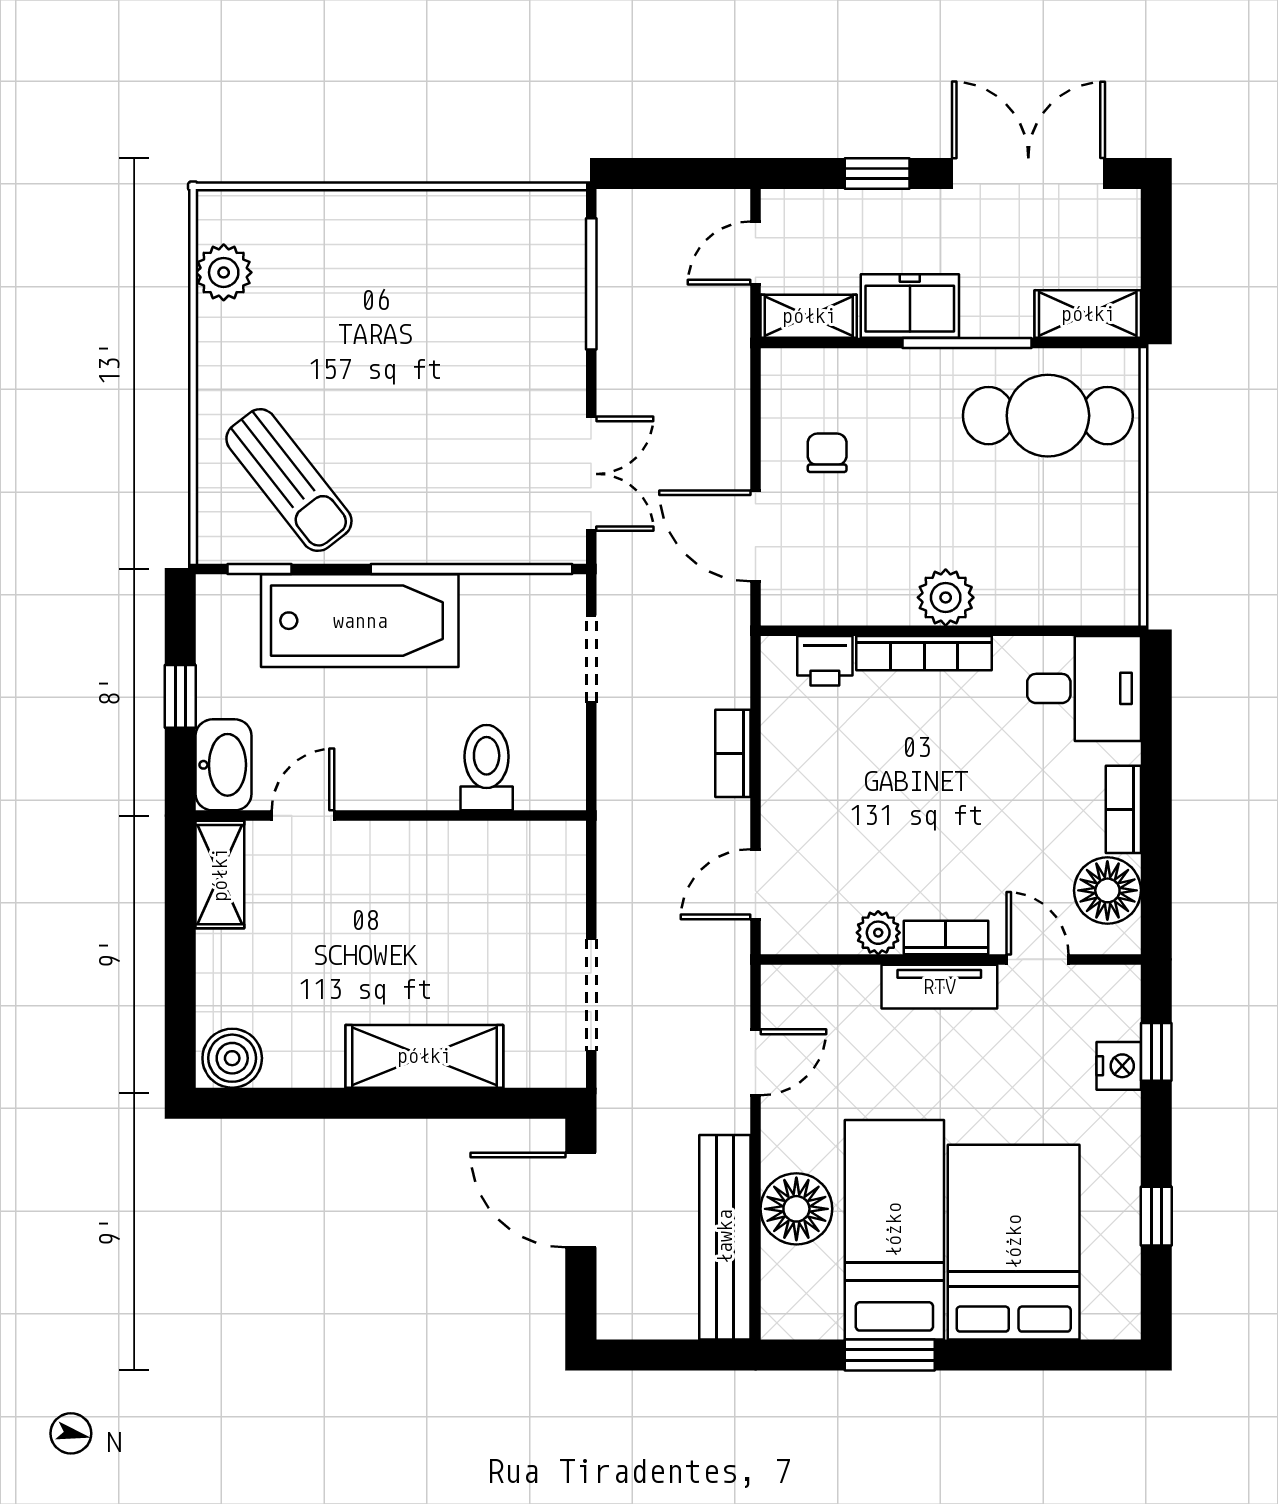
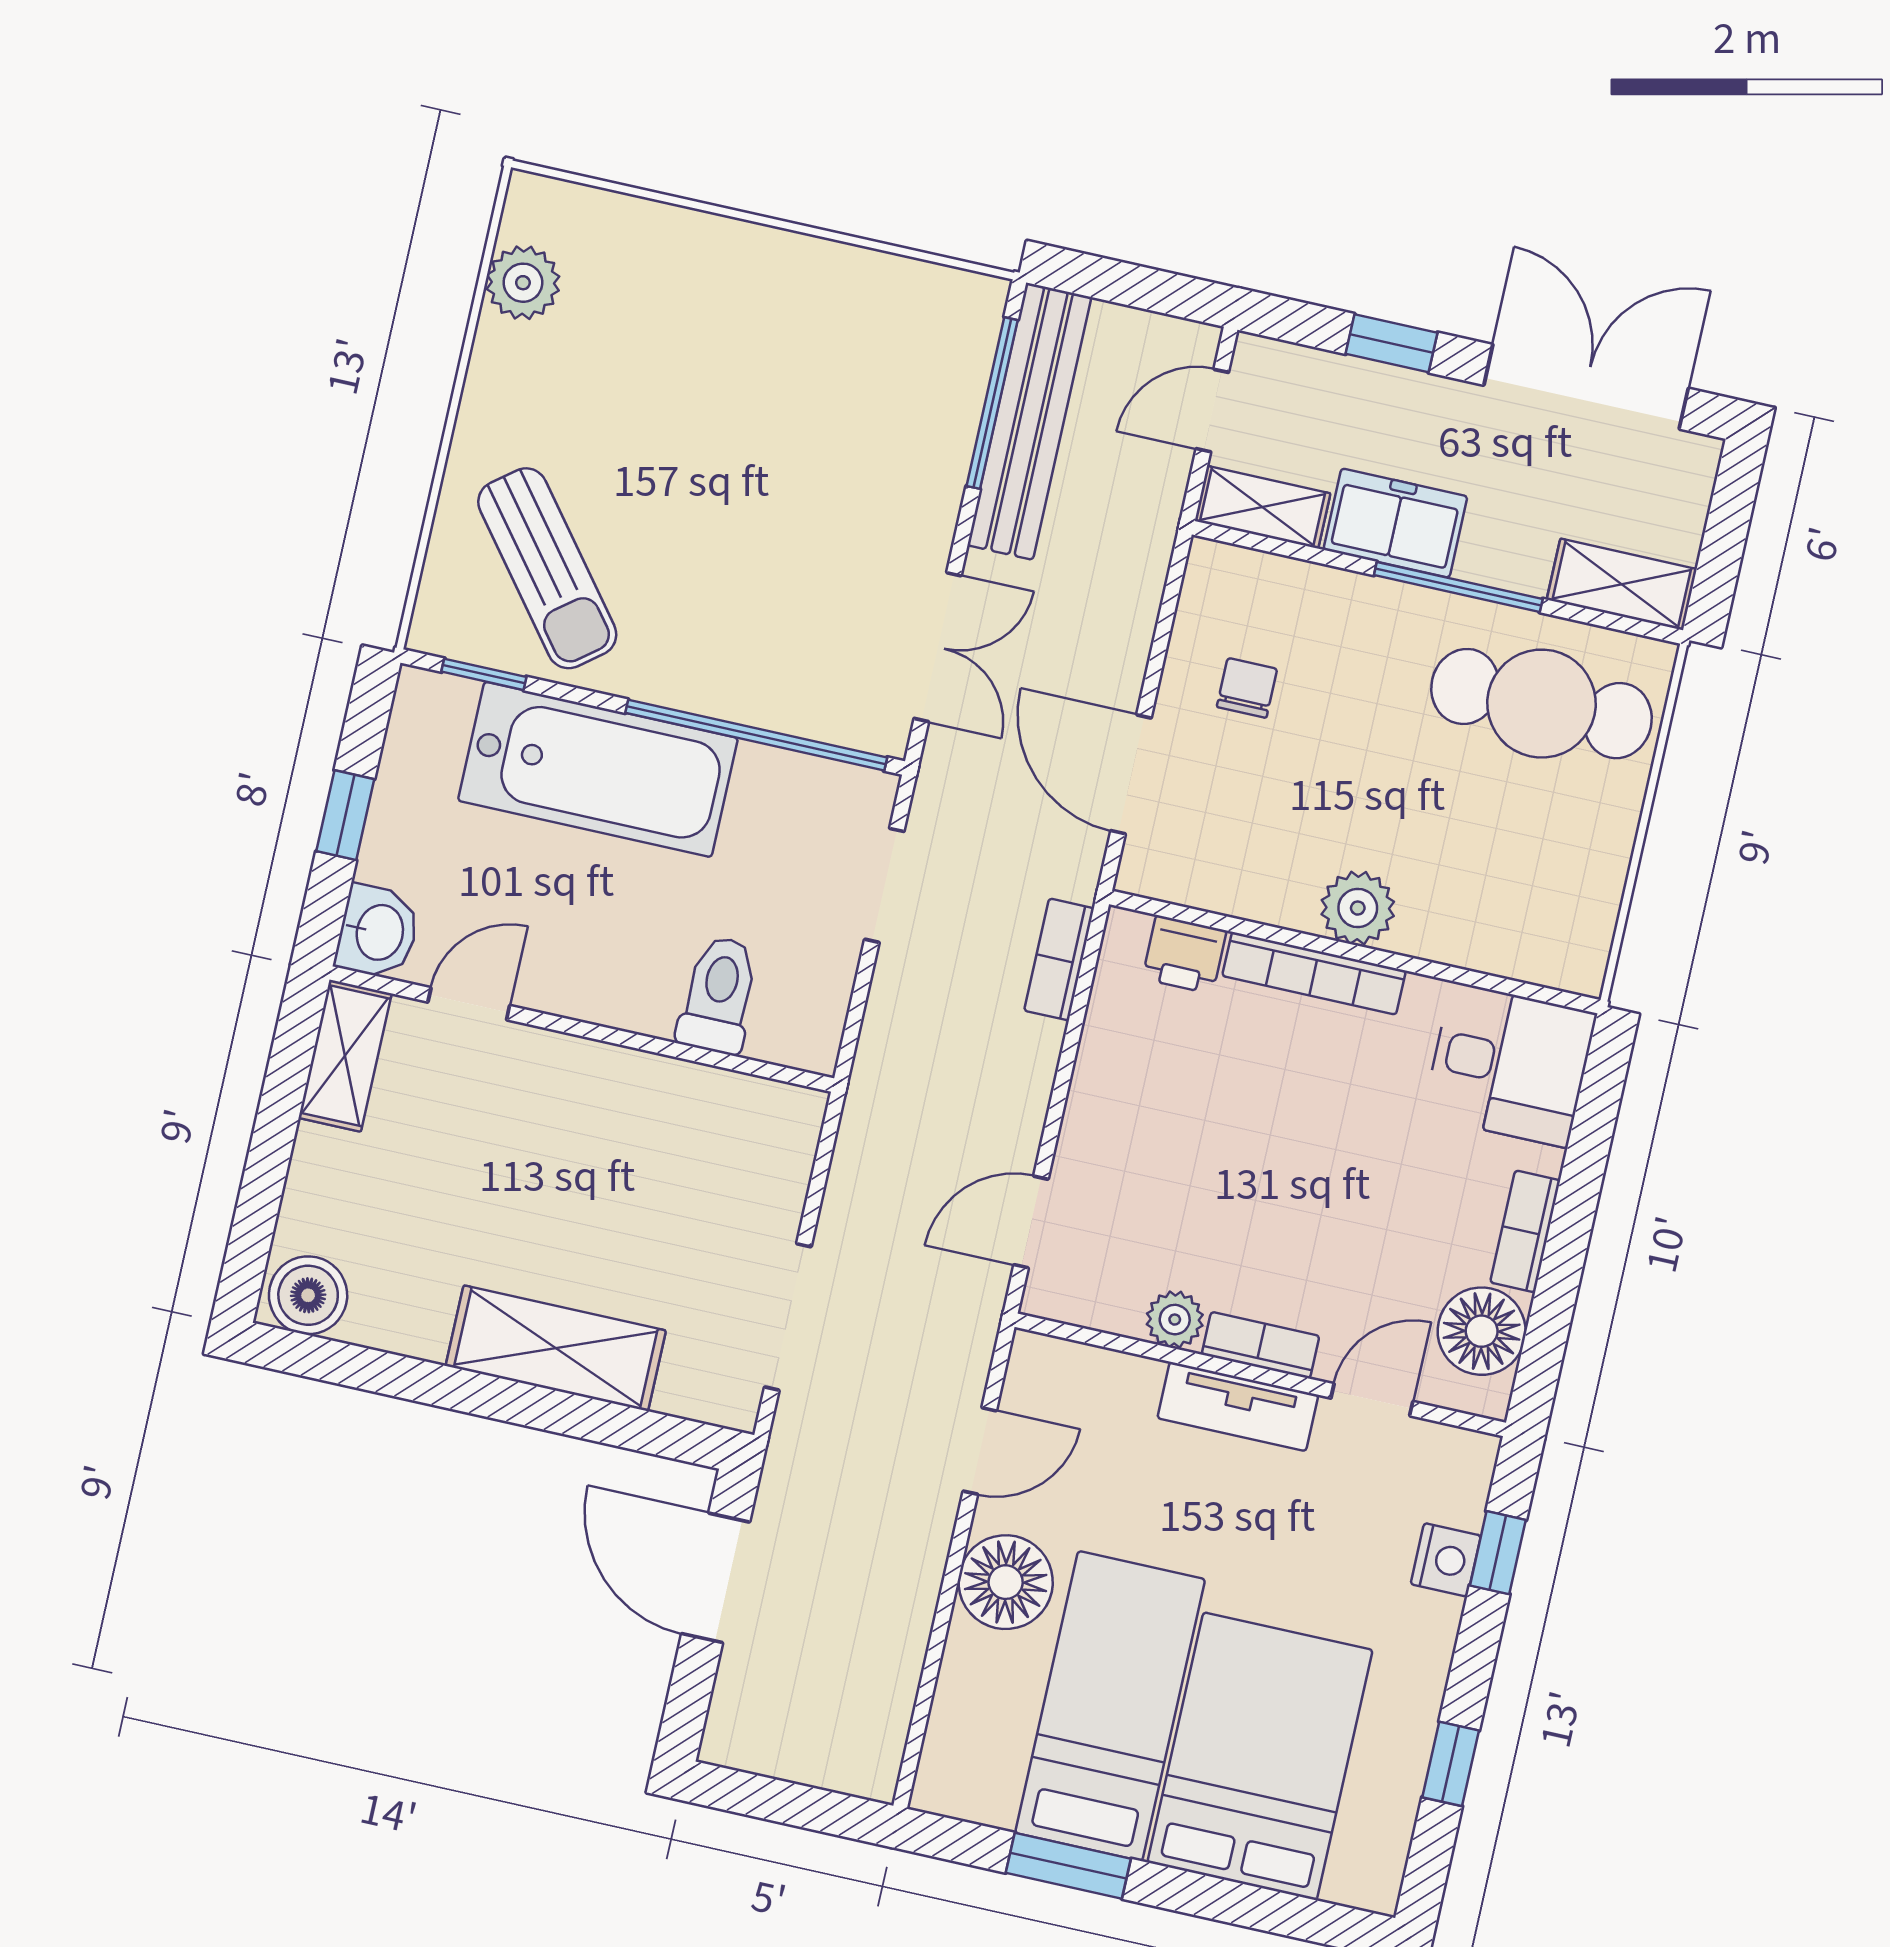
bookcase: (733, 753) -> (1059, 959), moved
washbasin: (224, 765) -> (378, 932), width x0.72
door: (1038, 959) -> (1372, 1400), hinge flipped
floor lamp: (796, 1209) -> (1006, 1582), moved
bench: (725, 1237) -> (1029, 421), moved

